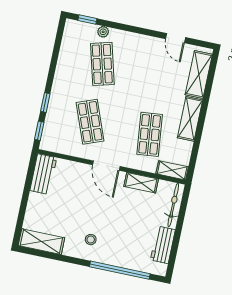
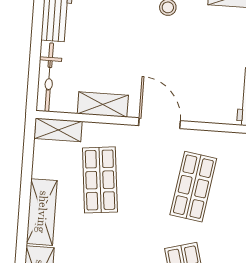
shop shelf: (90, 122) -> (193, 187), turned 30

